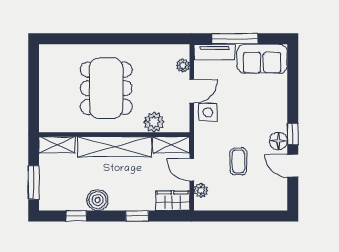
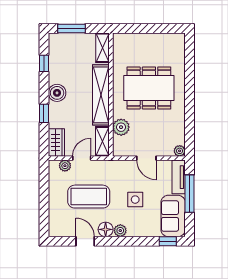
plant: (183, 66) -> (180, 151), moved
side table: (208, 112) -> (135, 200), moved
plant: (280, 123) -> (120, 231), added
window: (293, 134) -> (168, 241), moved
coffee table: (238, 161) -> (89, 197), width x1.86, depth x1.72
door: (293, 166) -> (85, 241), hinge flipped
boiler: (98, 200) -> (57, 93), moved

